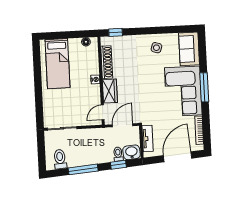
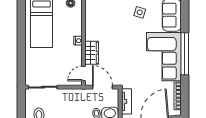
shoe rack: (107, 62) -> (90, 24), removed
window: (204, 87) -> (185, 54), width x1.46
door: (123, 125) -> (102, 87), hinge flipped

